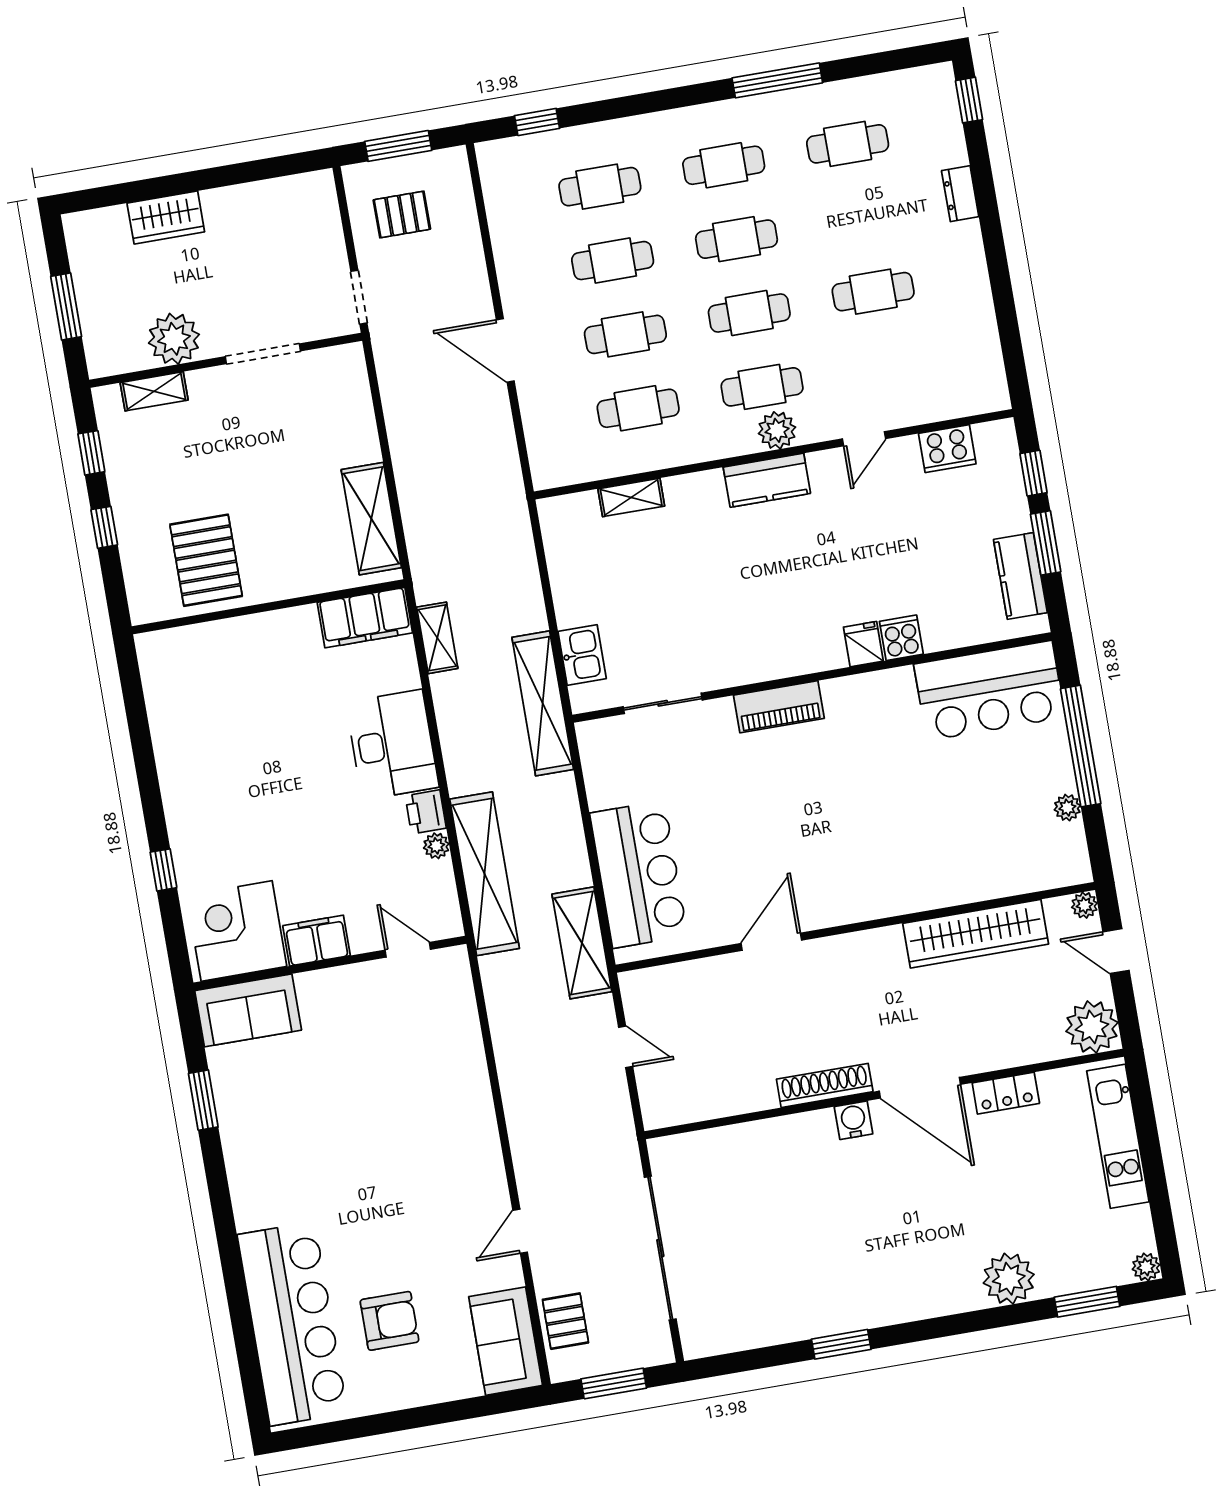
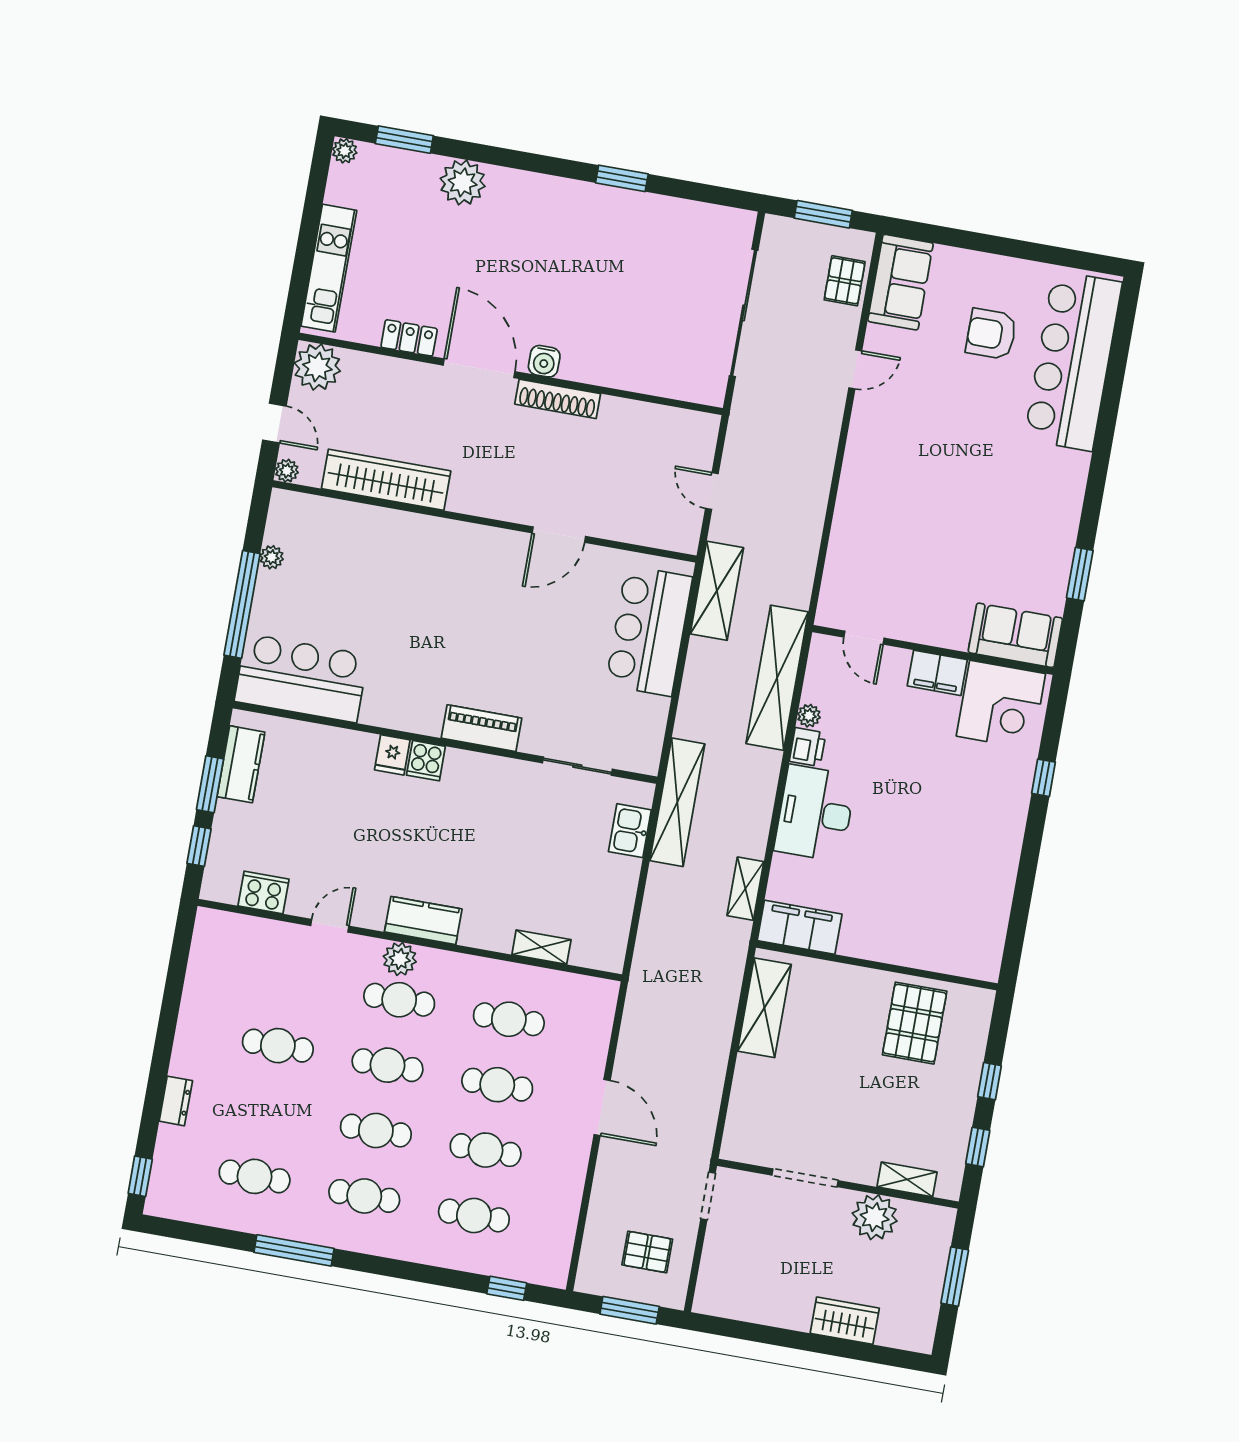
cooker: (901, 638) -> (426, 761), moved

